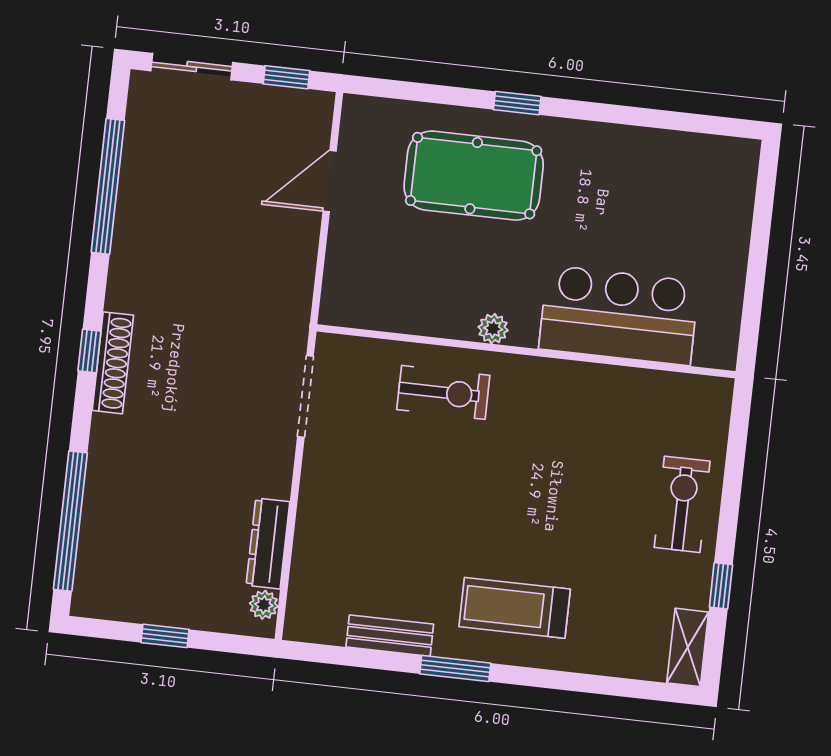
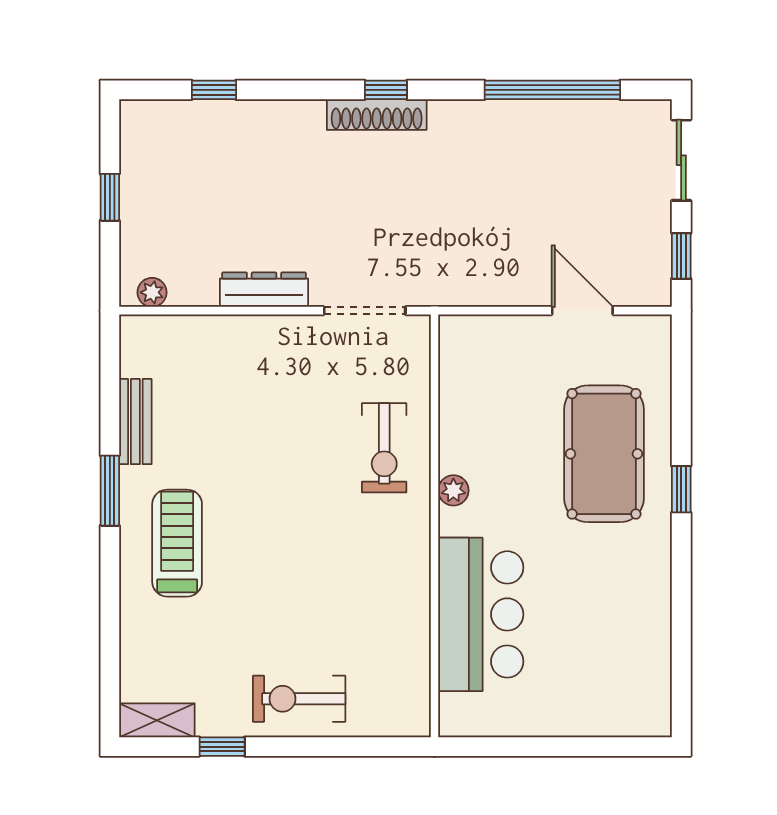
exercise bike: (682, 504) -> (299, 699), turned 180
window: (70, 521) -> (214, 90), width x0.32
dresser: (268, 543) -> (264, 290), moved

